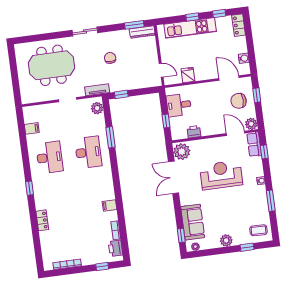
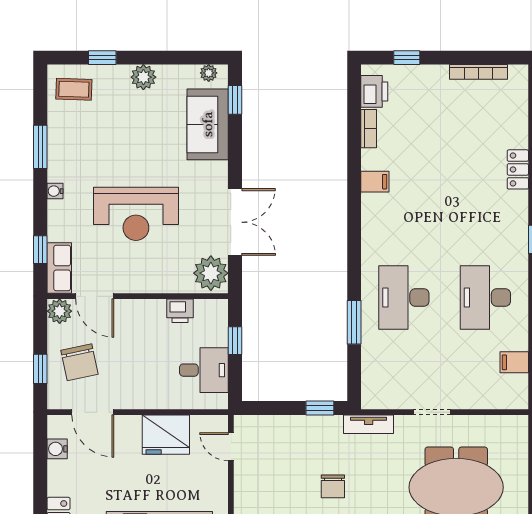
fridge: (188, 75) -> (166, 435), width x1.88, depth x1.34
chair: (239, 101) -> (79, 362), turned 78
plant: (97, 108) -> (374, 386), removed

